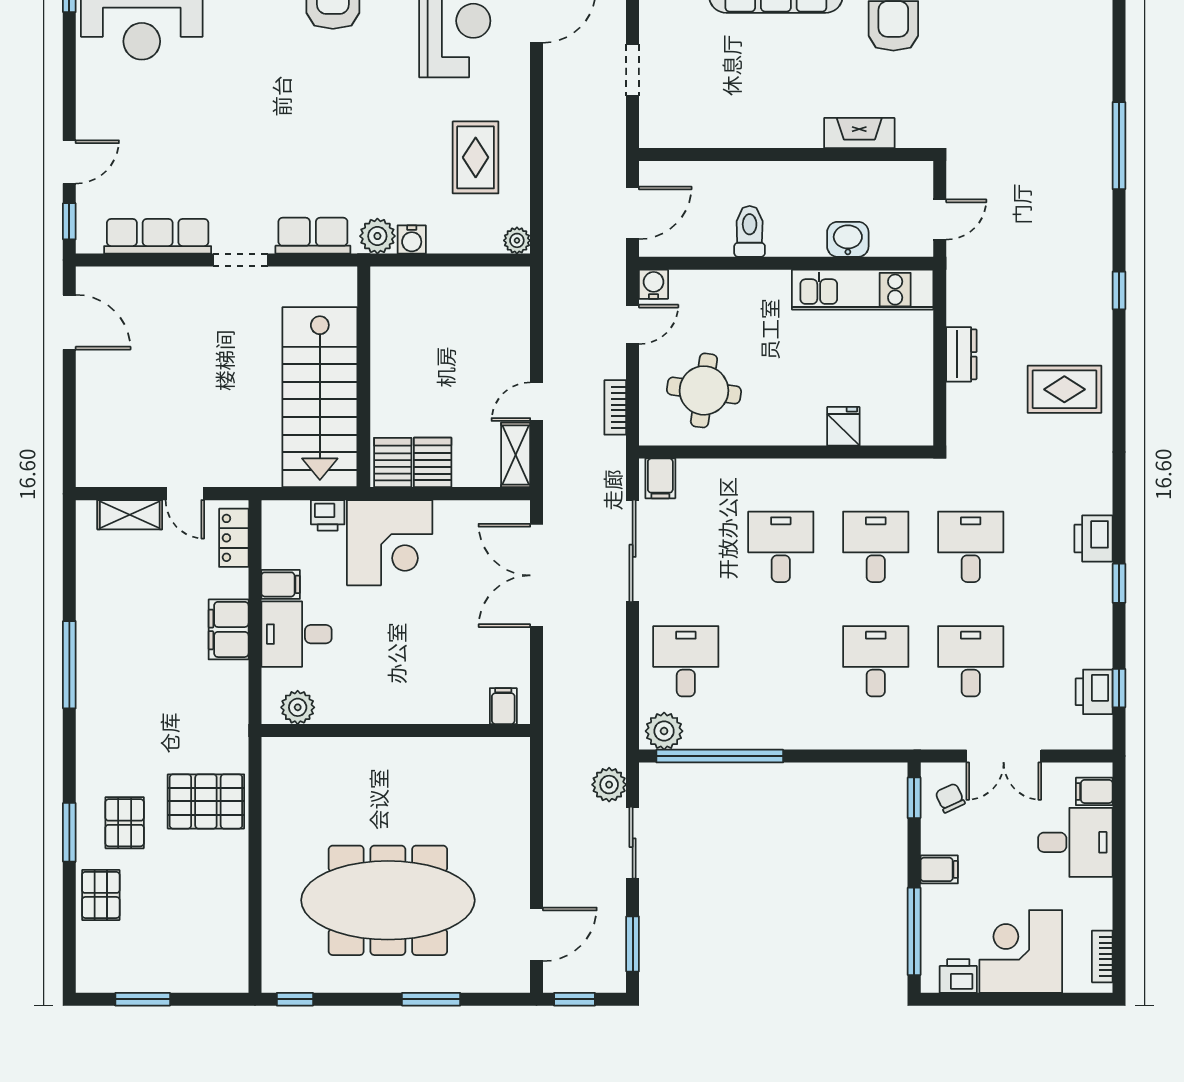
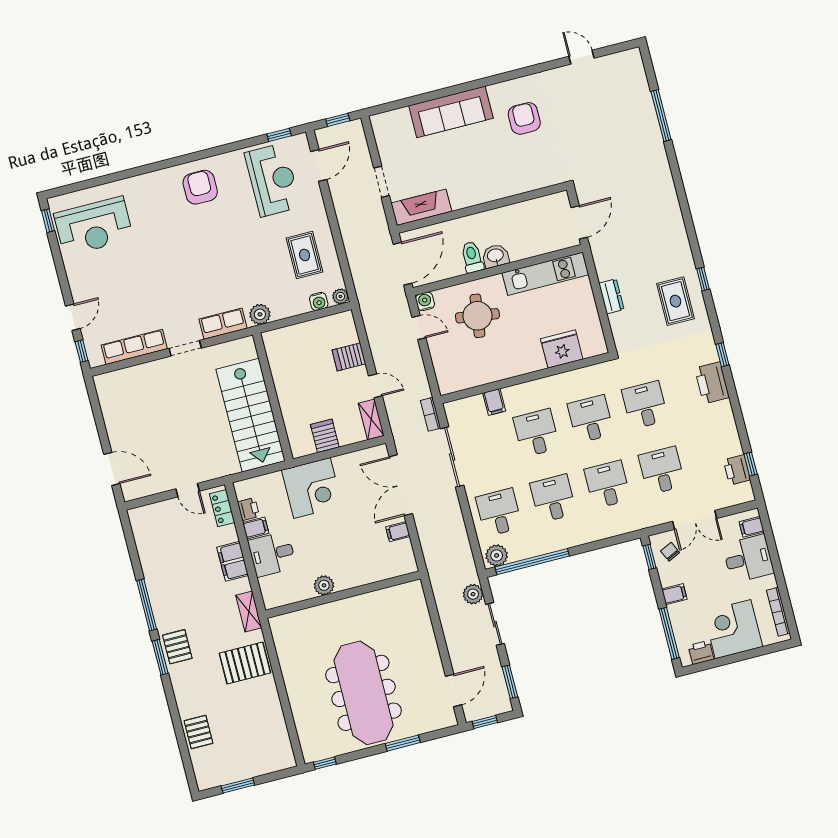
fireplace: (859, 133) -> (421, 207), moved, width x1.37, depth x1.32
window: (1119, 146) -> (661, 115), moved
door: (633, 213) -> (402, 264), width x1.36
door: (940, 220) -> (579, 222), width x1.38
water cooler: (412, 239) -> (319, 301), moved
washbasin: (848, 239) -> (495, 256), moved
window: (1119, 290) -> (703, 279), moved
door: (69, 322) -> (112, 469), moved
door: (633, 324) -> (419, 327), hinge flipped
rug: (1064, 389) -> (675, 301), turned 90
round table: (704, 390) -> (477, 316), moved
door: (537, 402) -> (375, 386), swing flipped
bookcase: (615, 407) -> (431, 414), moved
fridge: (843, 426) -> (562, 349), width x1.88, depth x1.34
server rack: (393, 463) -> (349, 357), moved, turned -90
filing cabinet: (660, 478) -> (494, 402), moved
shelving: (130, 515) -> (249, 612), moved, turned 90
printer: (328, 515) -> (248, 509), moved, turned -90
printer: (1094, 539) -> (712, 383), width x1.37, depth x1.19
window: (1119, 583) -> (722, 355), moved
desk: (781, 661) -> (553, 498), added
filing cabinet: (503, 706) -> (398, 532), moved, turned -90
plant: (298, 707) -> (324, 585), moved
pallet: (125, 823) -> (177, 647), moved
window: (69, 832) -> (160, 657), moved
meeting table: (388, 900) -> (364, 693), turned 90
bookcase: (1102, 956) -> (778, 612), width x1.56

